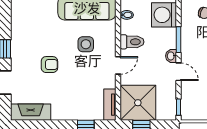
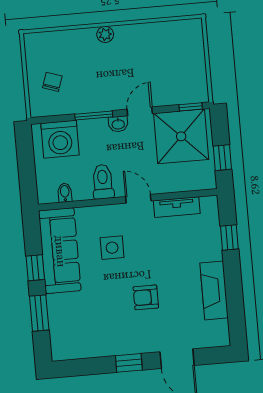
armchair: (49, 65) -> (146, 297), turned -90
shower: (138, 103) -> (181, 136), moved
tv unit: (110, 105) -> (177, 207), moved
fireplace: (31, 112) -> (214, 290), moved

